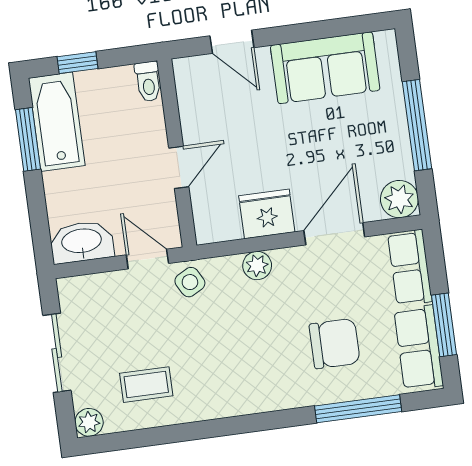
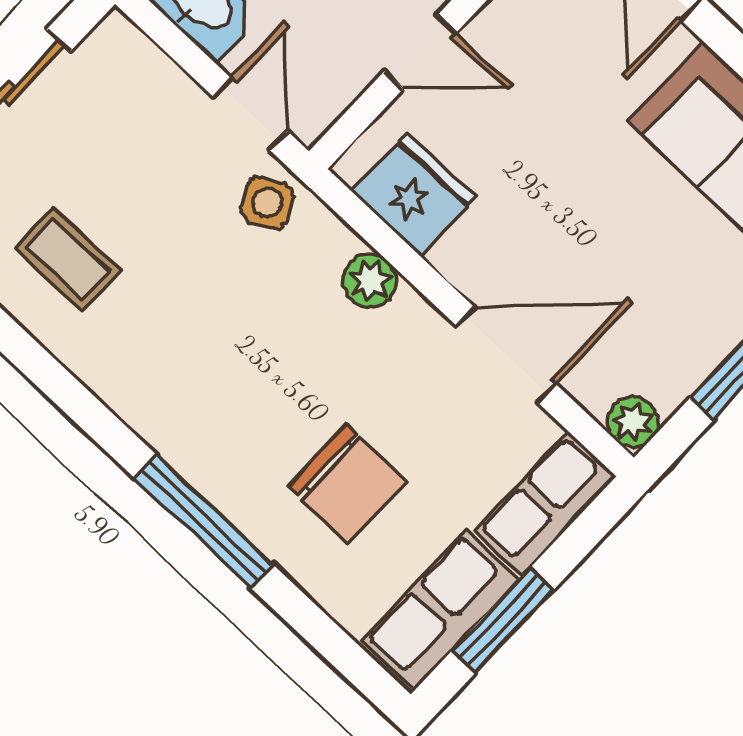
plant: (399, 199) -> (633, 422), width x0.73, depth x0.73
fridge: (267, 214) -> (414, 194), moved
window: (358, 409) -> (204, 521), moved

